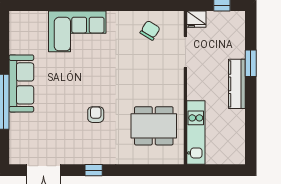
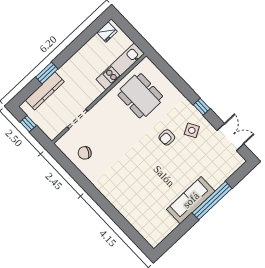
fridge: (196, 19) -> (107, 32), moved, turned 90
corner sofa: (77, 31) -> (127, 196), removed
kitchen counter: (237, 84) -> (45, 91), moved
side table: (81, 142) -> (192, 130), added

